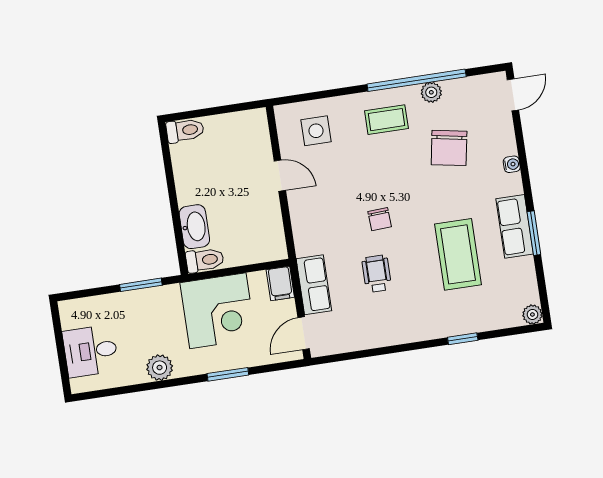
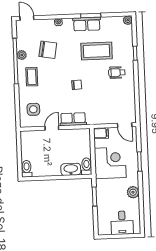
wheelchair: (377, 274) -> (117, 73), moved
row of seats: (314, 285) -> (73, 119), moved

